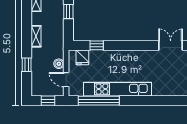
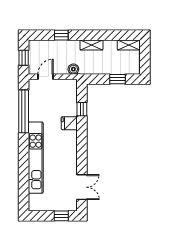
fridge: (82, 57) -> (69, 123), moved
boiler: (59, 64) -> (73, 69), moved
kitchen unit: (117, 89) -> (36, 158), moved

